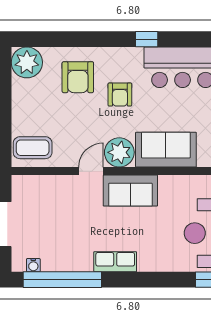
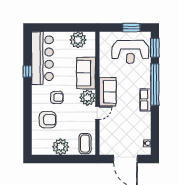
window: (147, 39) -> (27, 71), moved
plant: (27, 62) -> (61, 147), moved
door: (91, 171) -> (97, 113), swing flipped
window: (62, 280) -> (155, 85), moved

